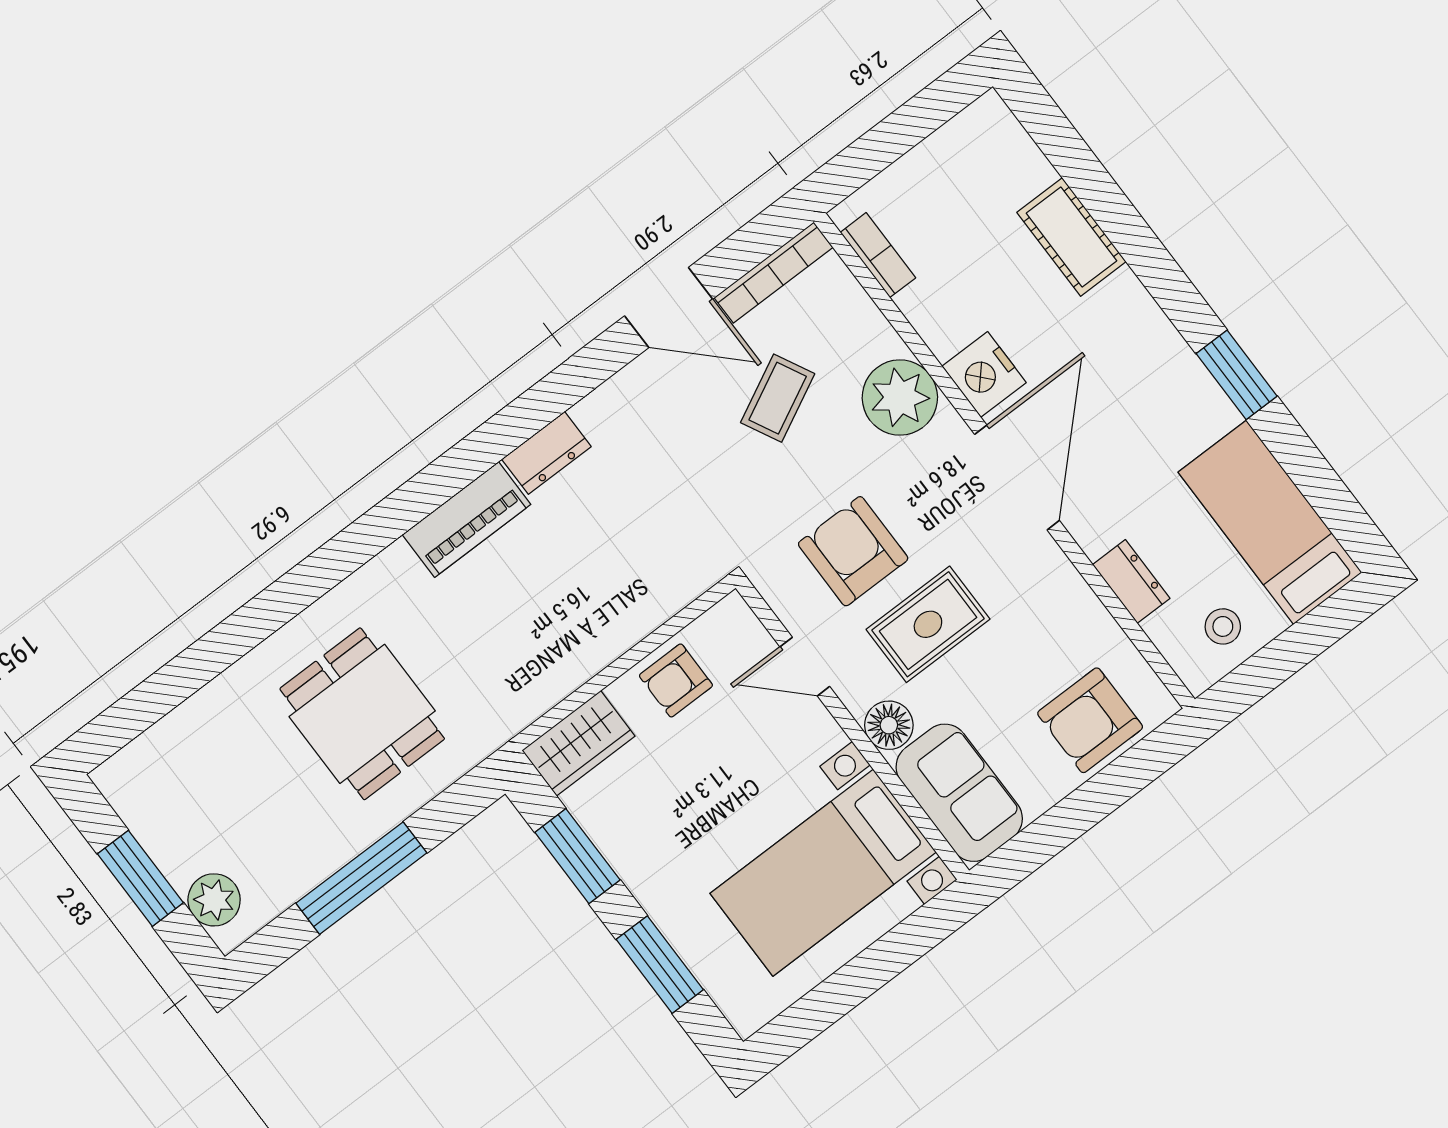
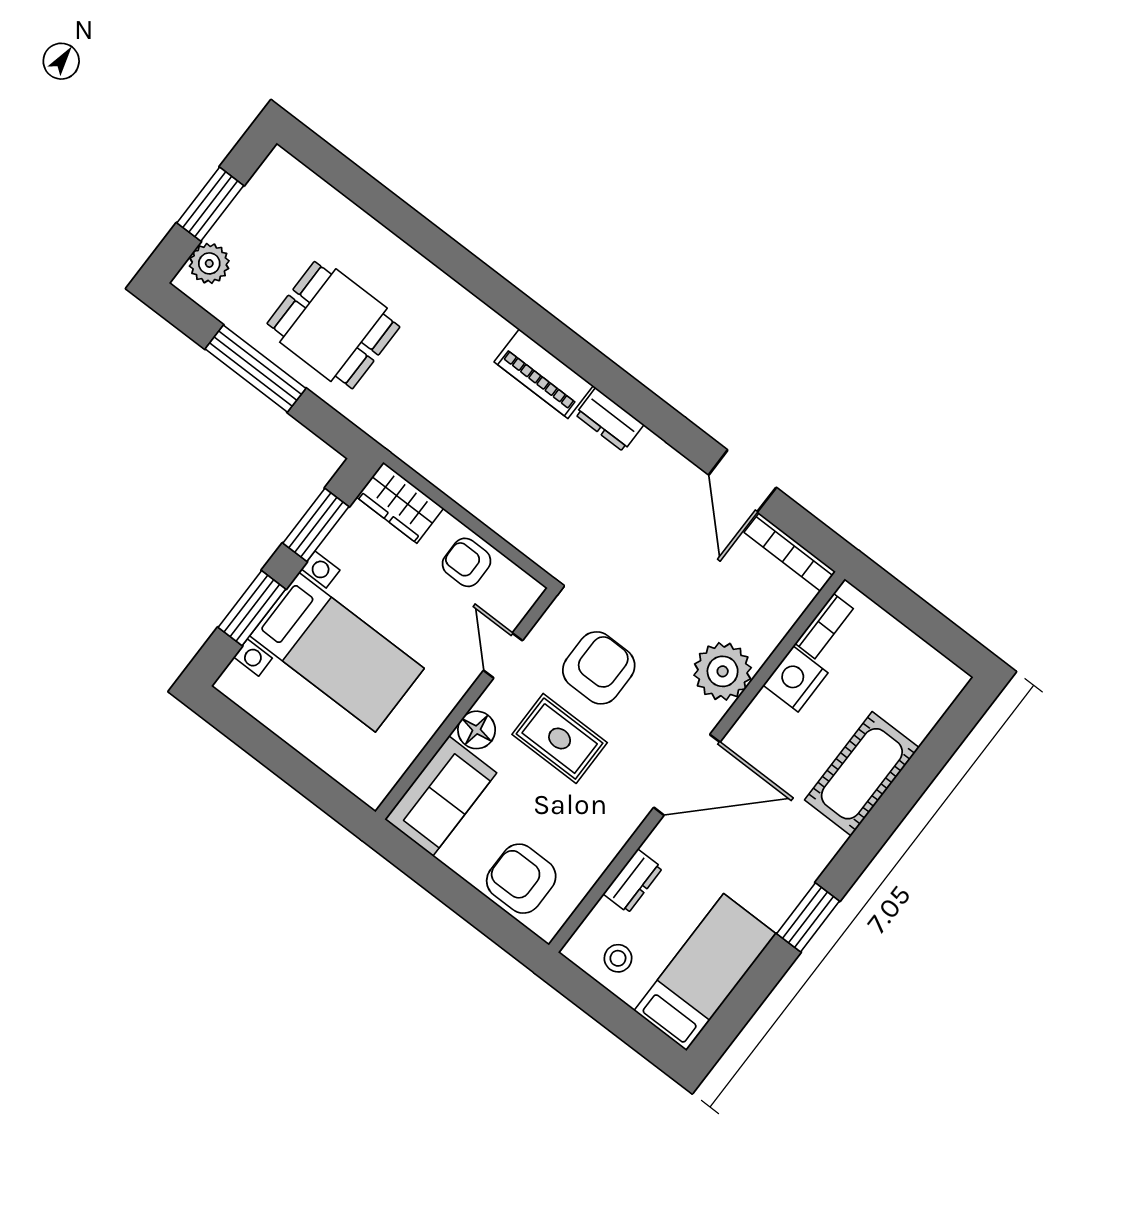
cot: (1071, 237) -> (862, 774), width x1.37, depth x1.34
nightstand: (984, 374) -> (796, 679), moved
coffee table: (778, 398) -> (697, 581), removed
dining table: (362, 714) -> (333, 325), moved, turned 90
bed with nightstands: (823, 873) -> (337, 652), moved, turned 180

